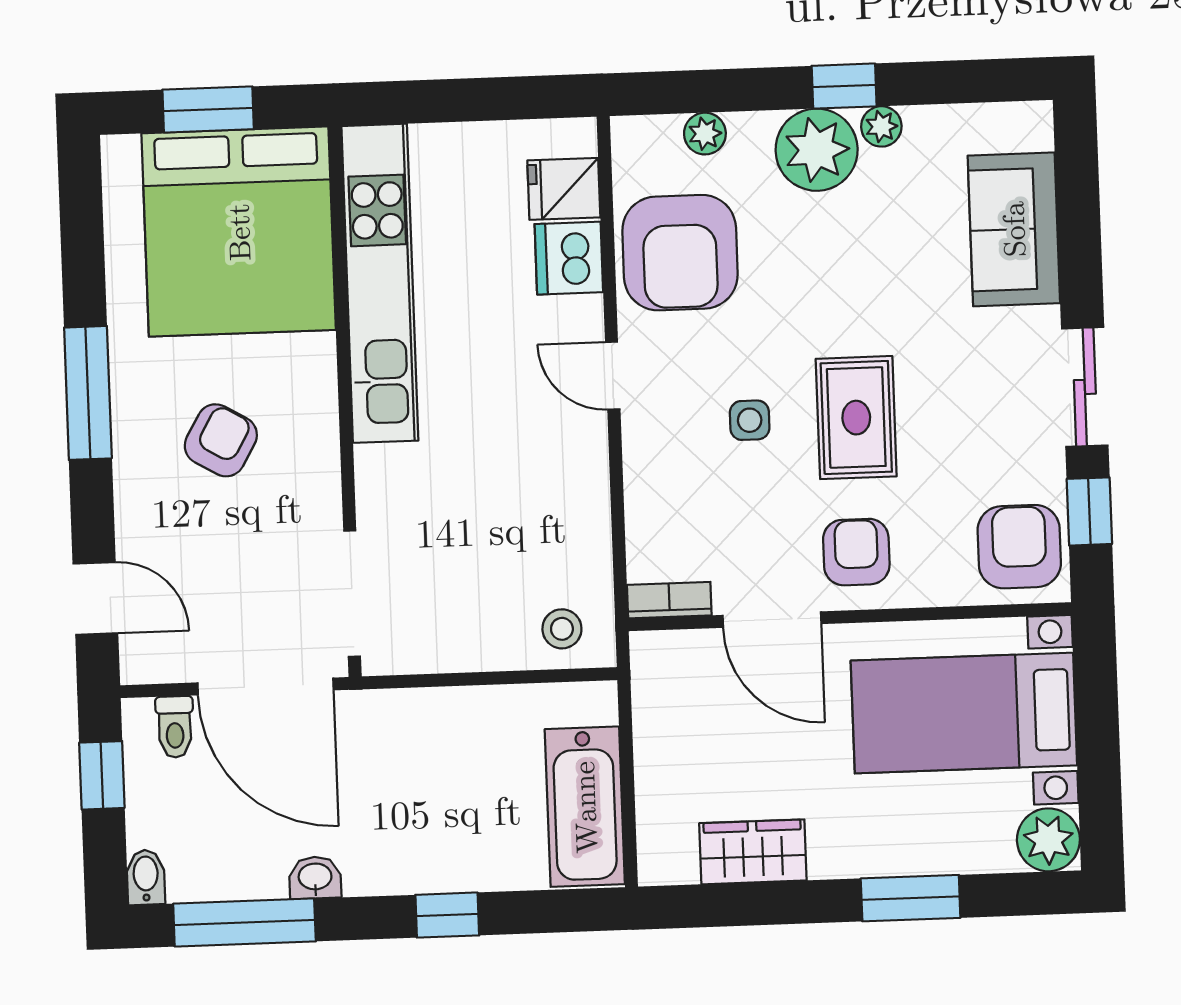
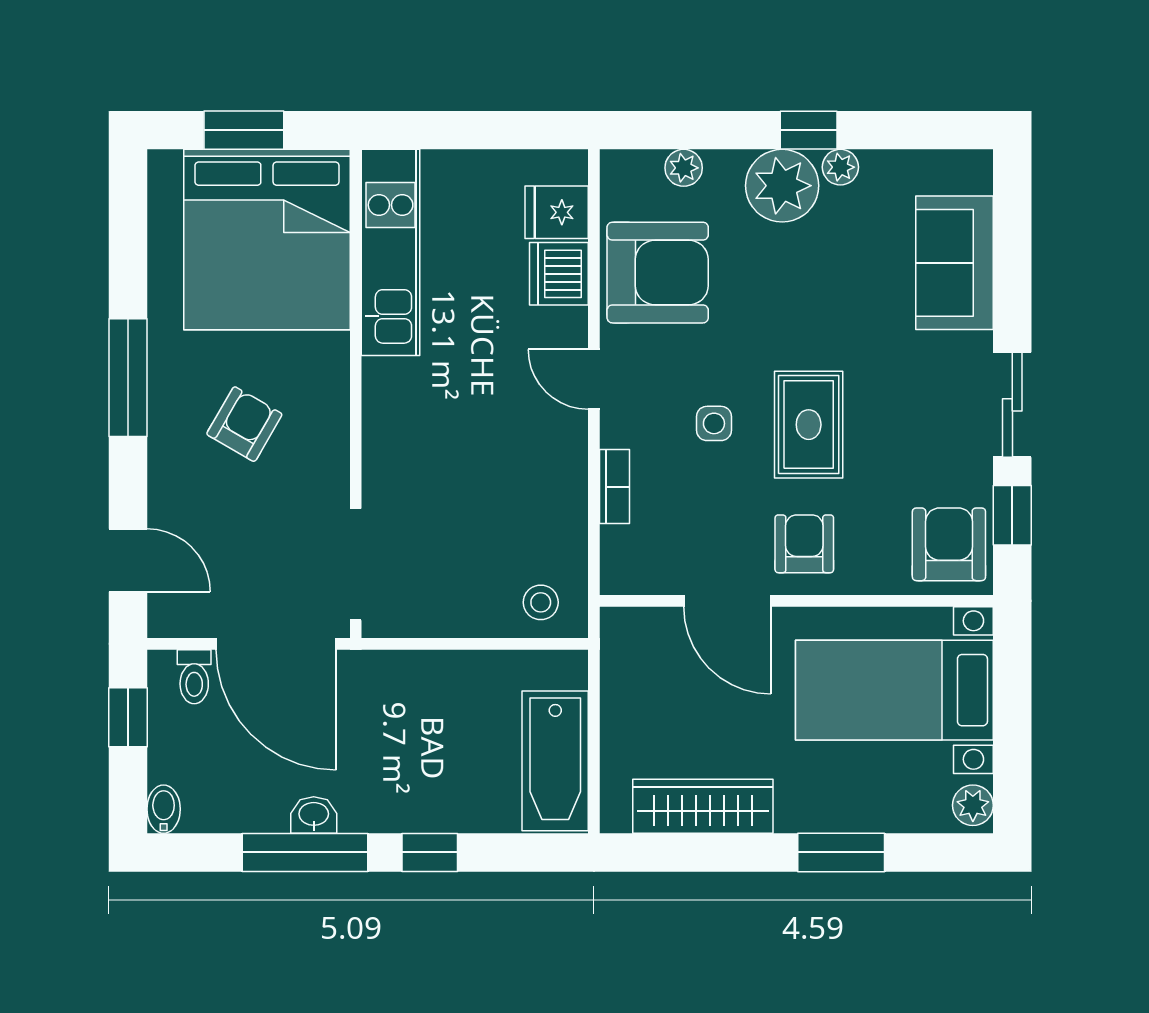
armchair: (680, 253) -> (658, 273), turned -90
kitchen unit: (380, 283) -> (391, 252), width x0.73
bookcase: (669, 600) -> (615, 487), moved, turned 90
plant: (1048, 840) -> (973, 805), width x0.73, depth x0.73
wardrobe: (753, 852) -> (703, 806), width x1.50
window: (244, 923) -> (305, 852), moved

